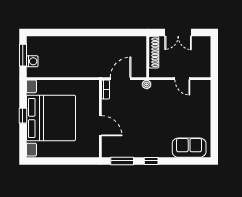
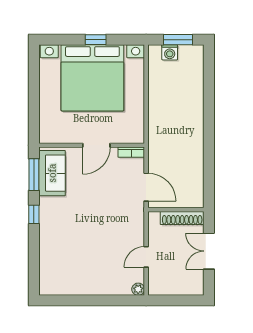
door: (121, 79) -> (146, 187), moved
plant: (147, 84) -> (138, 289), moved
door: (100, 126) -> (96, 145), moved
sofa: (189, 148) -> (52, 173), moved

